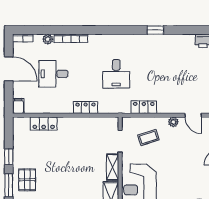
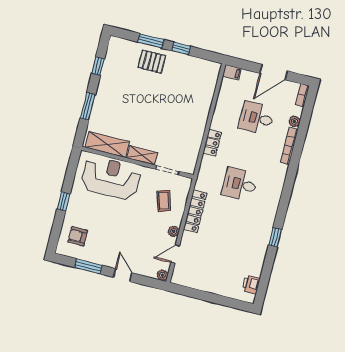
desk: (53, 74) -> (256, 118), turned -90
locker: (144, 107) -> (195, 211), width x1.53
locker: (44, 124) -> (207, 94), removed

